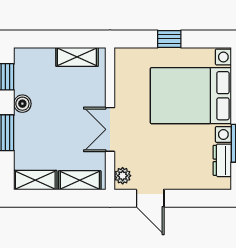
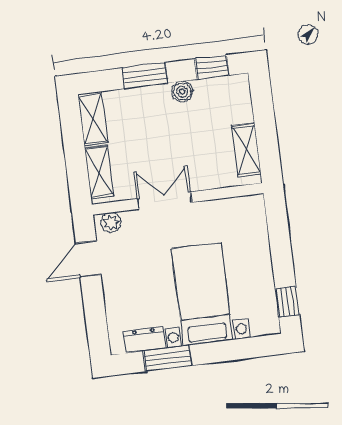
window: (169, 39) -> (287, 302), moved
bed with nightstands: (191, 96) -> (202, 294), width x0.73

